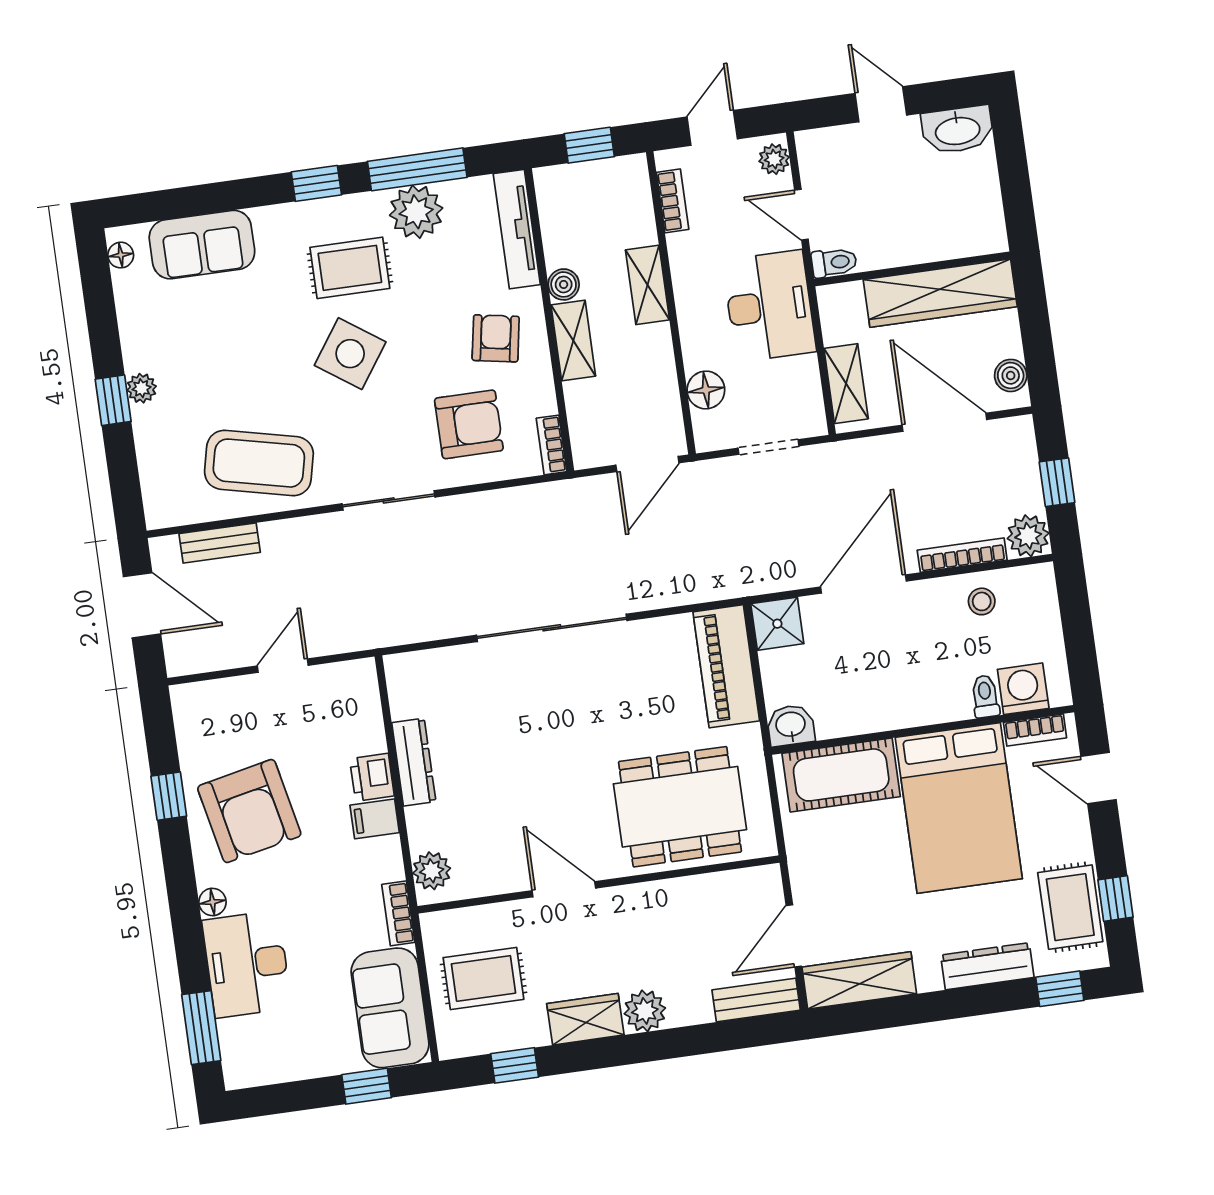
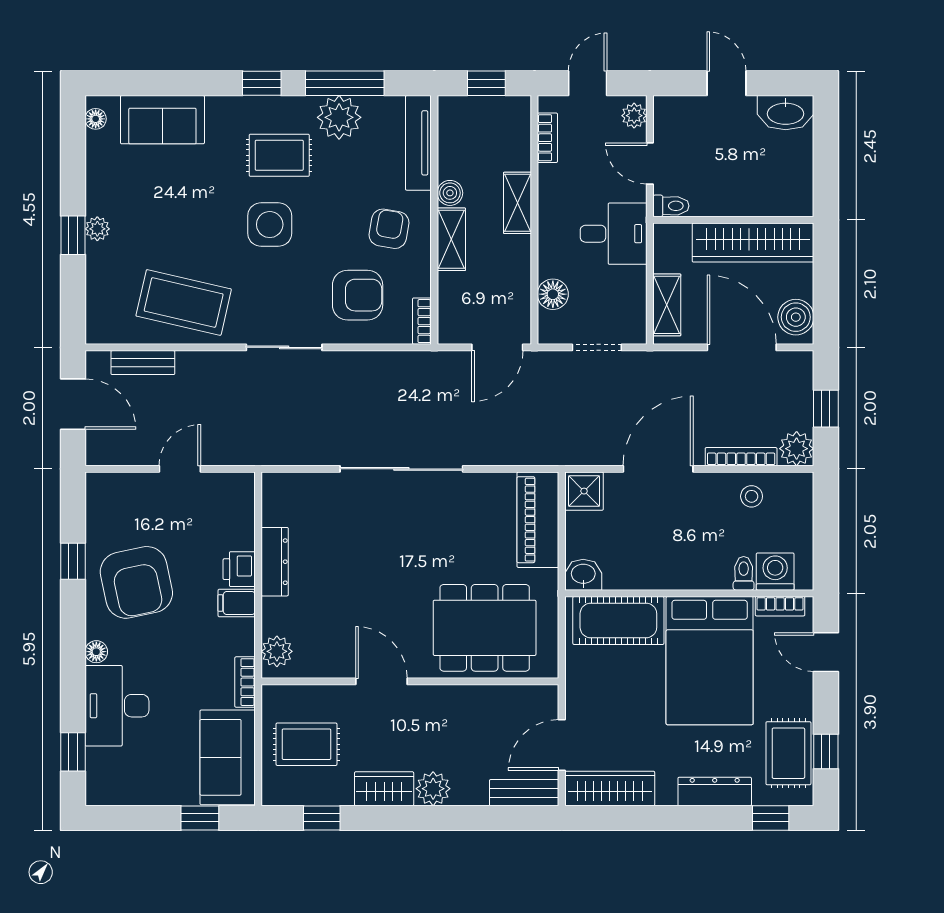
desk: (769, 306) -> (614, 234), width x0.73
side table: (350, 354) -> (270, 225), turned -35
boiler: (1011, 375) -> (796, 317), width x1.36, depth x1.36
window: (201, 1028) -> (73, 752), width x0.67

